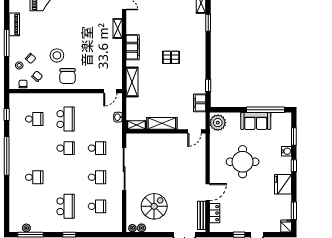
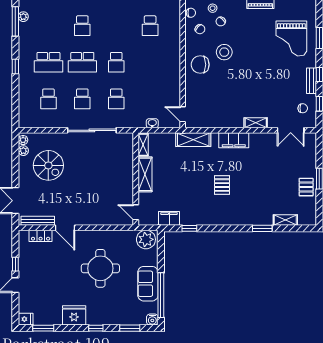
school desk: (66, 119) -> (82, 62), moved
water cooler: (286, 151) -> (152, 320), moved

